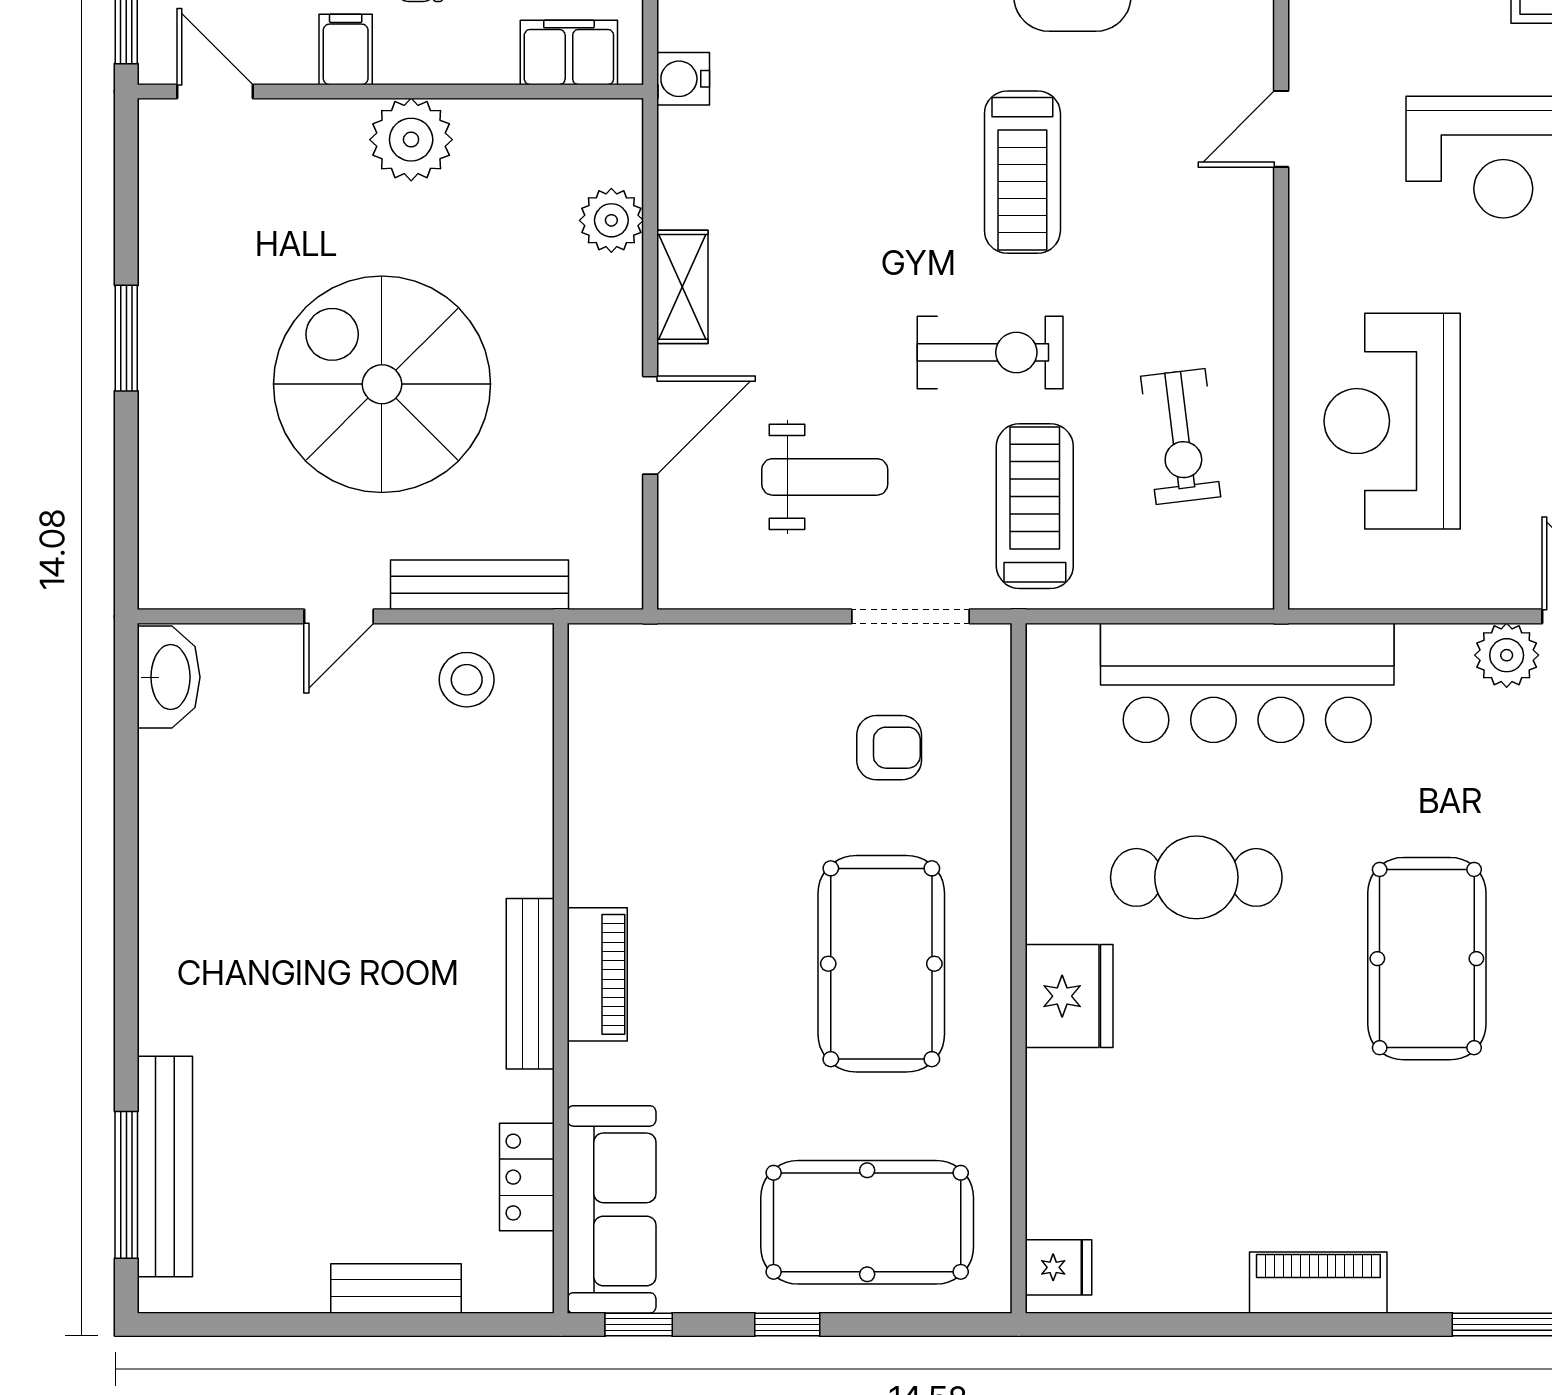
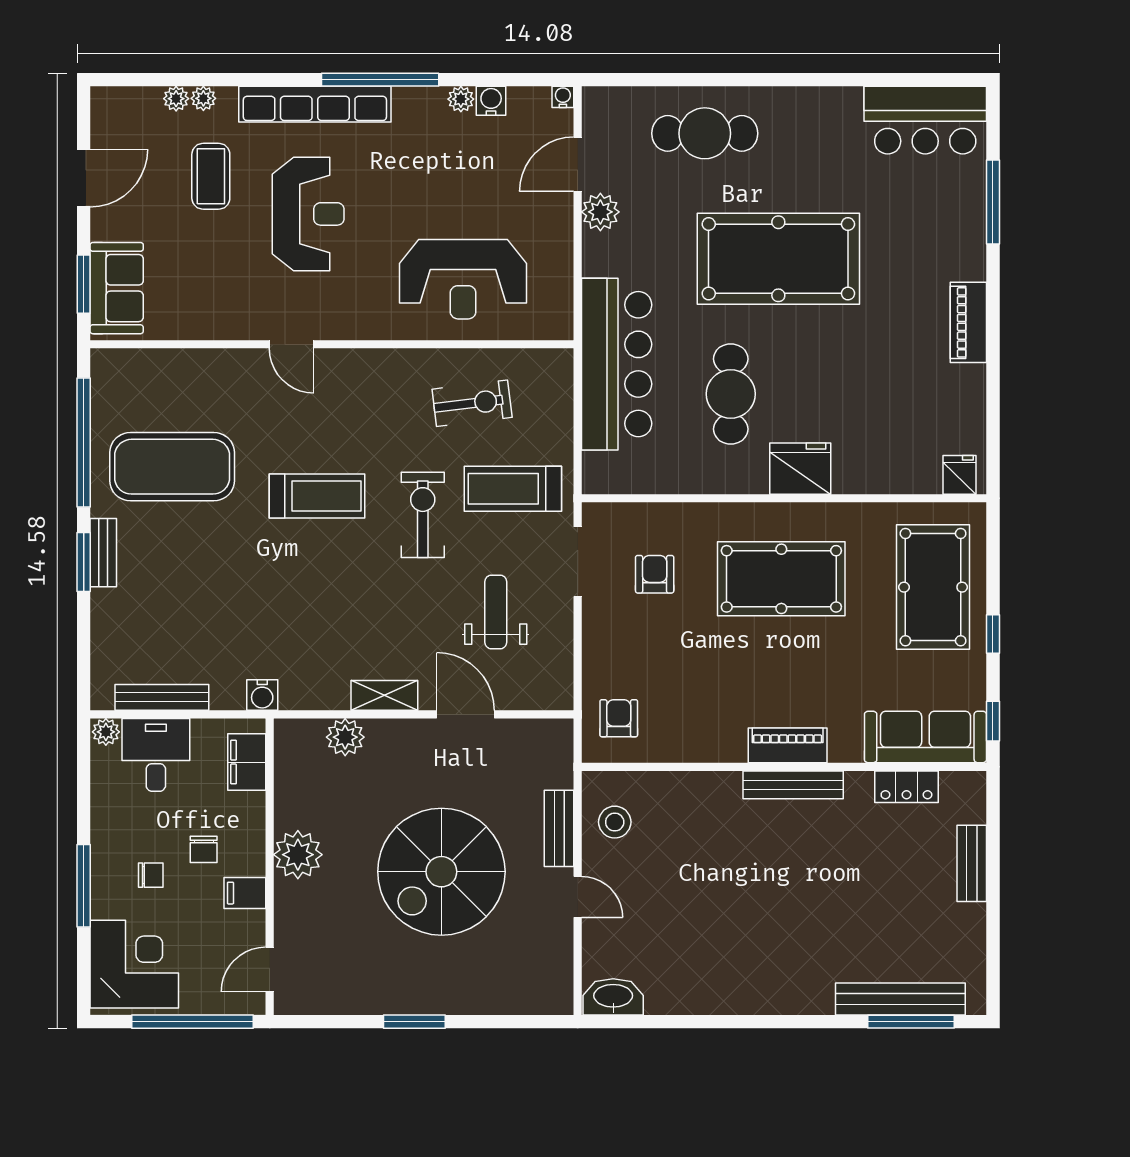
bench: (480, 585) -> (559, 828), width x0.73
armchair: (644, 687) -> (619, 718), added
pool table: (1427, 959) -> (778, 259), width x1.36, depth x1.32

